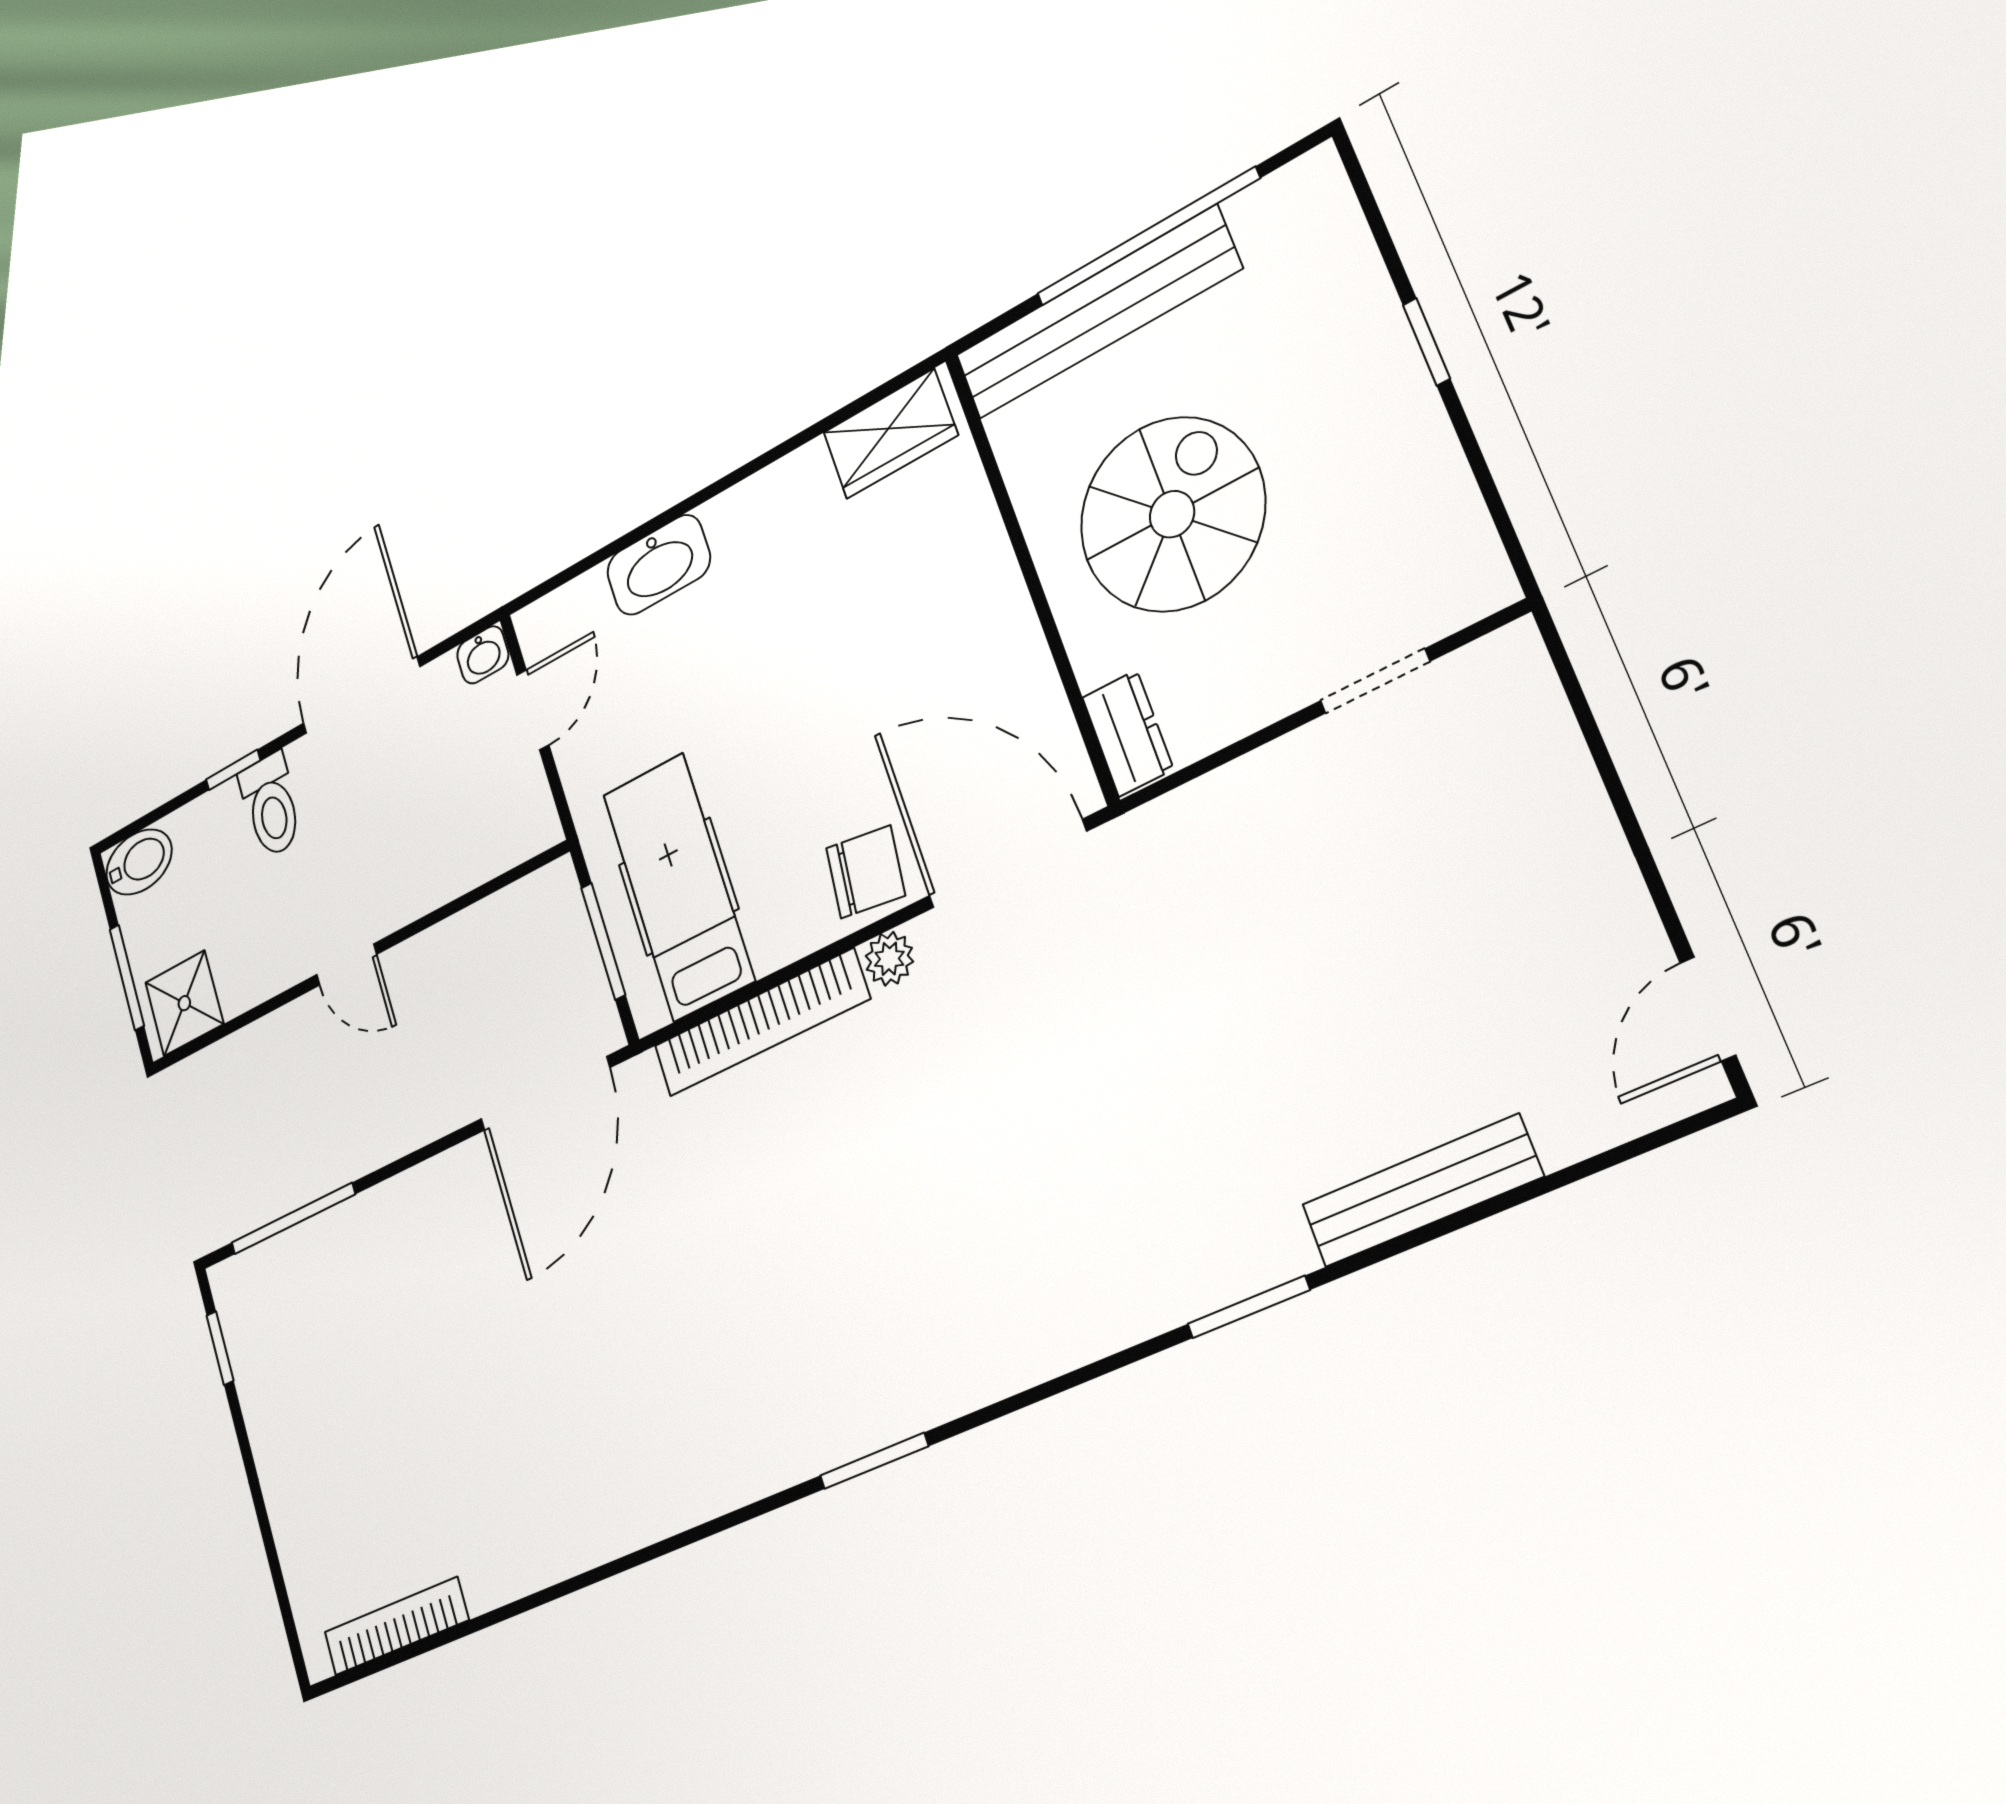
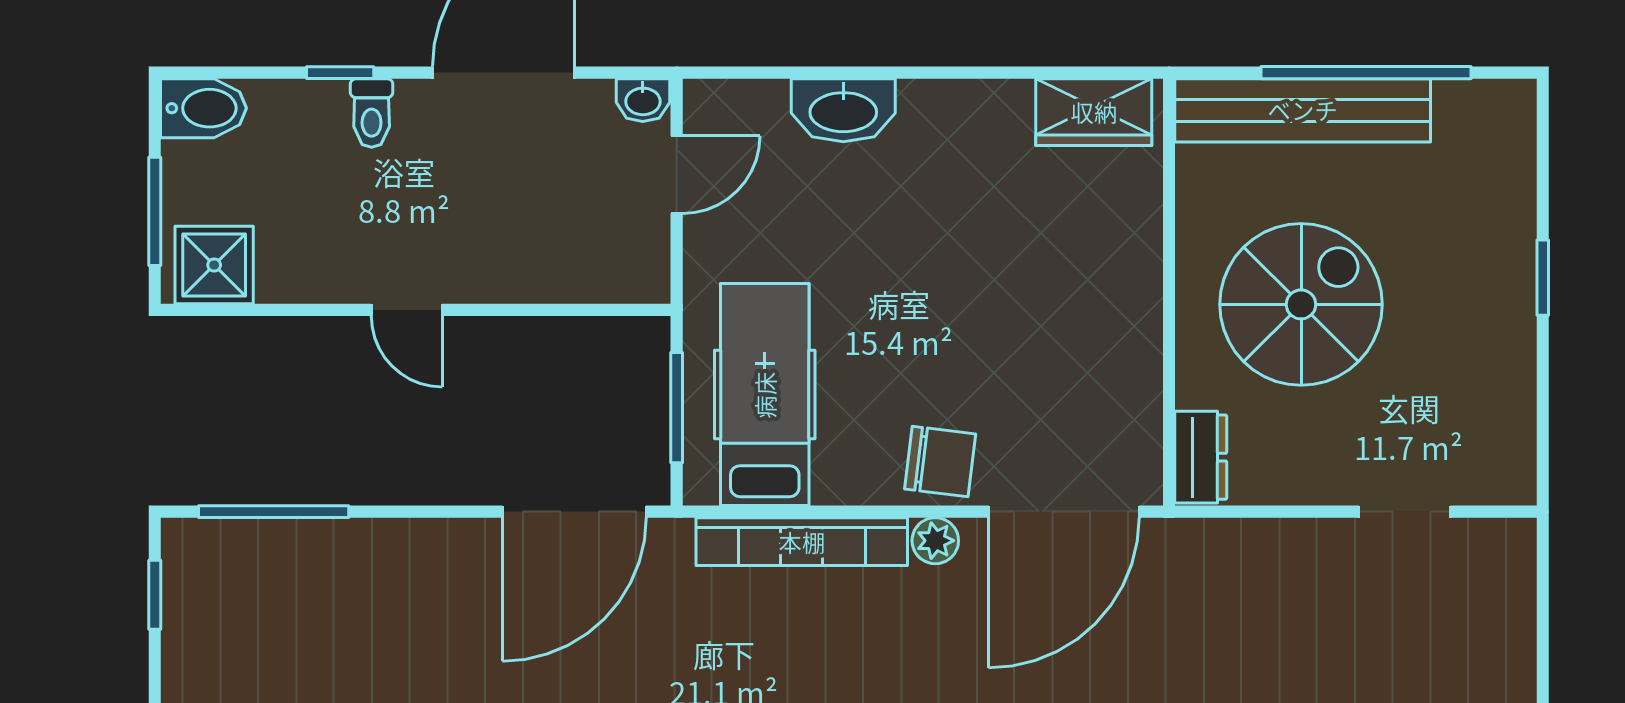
toilet: (271, 805) -> (372, 113), width x0.73, depth x0.72
door: (1007, 864) -> (1064, 512), swing flipped

